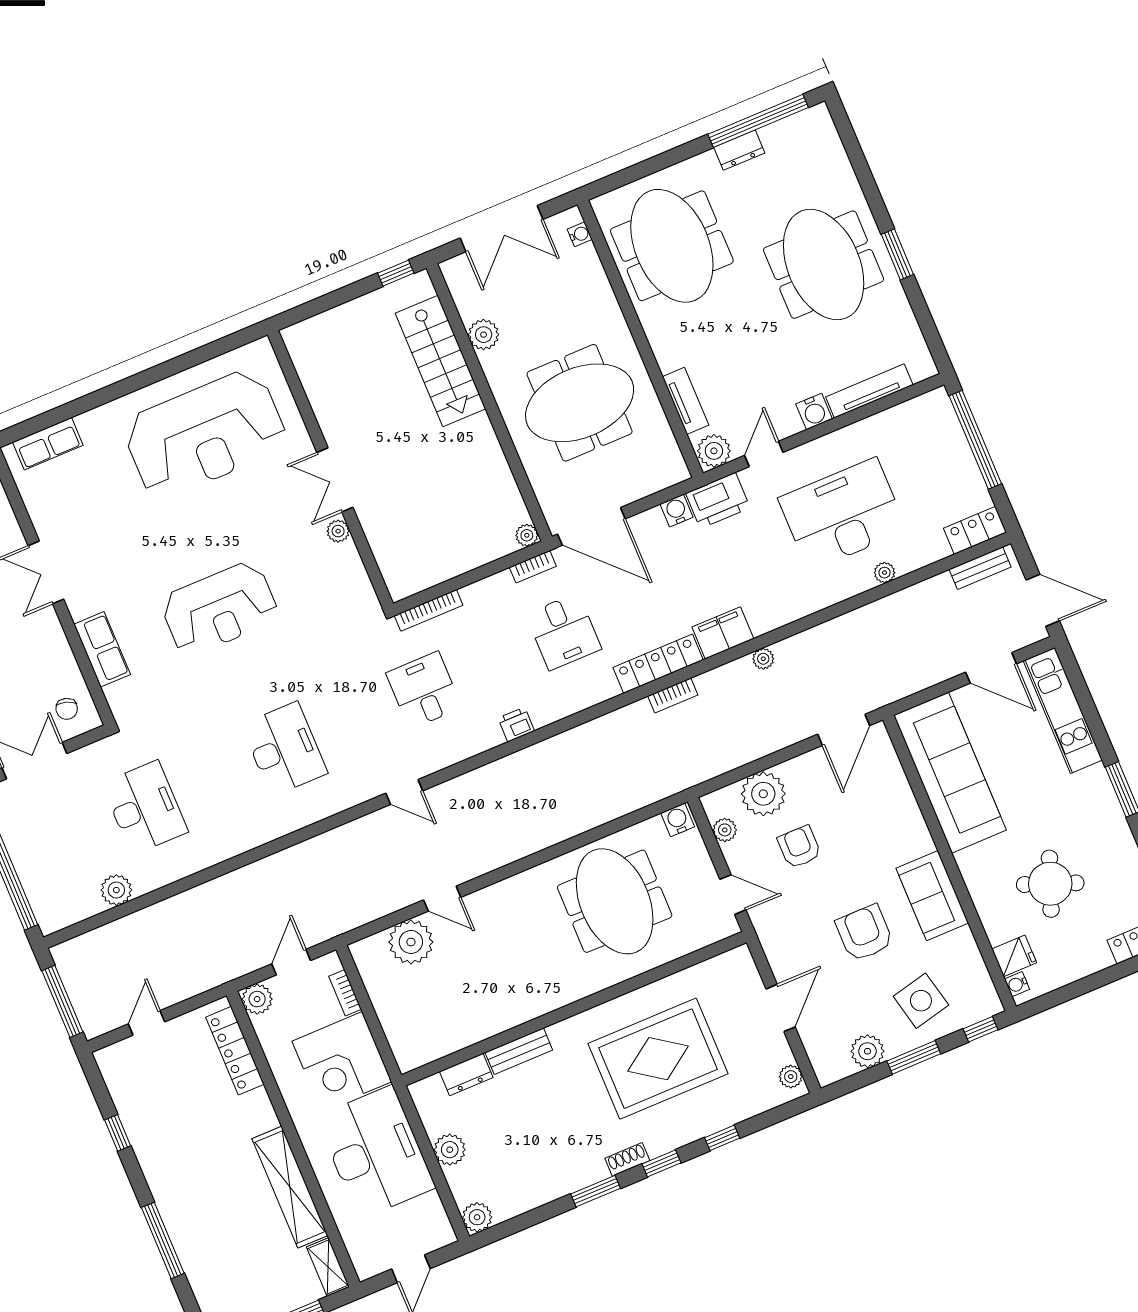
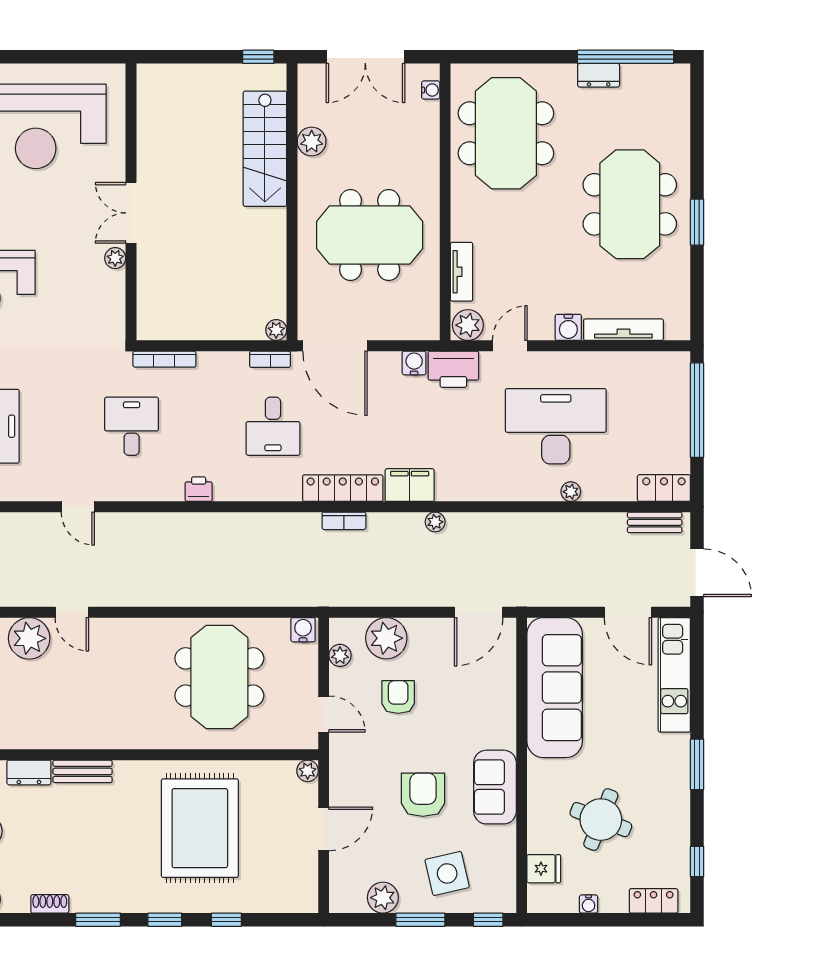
water cooler: (1017, 984) -> (589, 904), moved, turned -90
rug: (658, 1059) -> (200, 828), turned 90
plant: (791, 1077) -> (308, 771), moved
shoe rack: (627, 1159) -> (50, 904), moved

